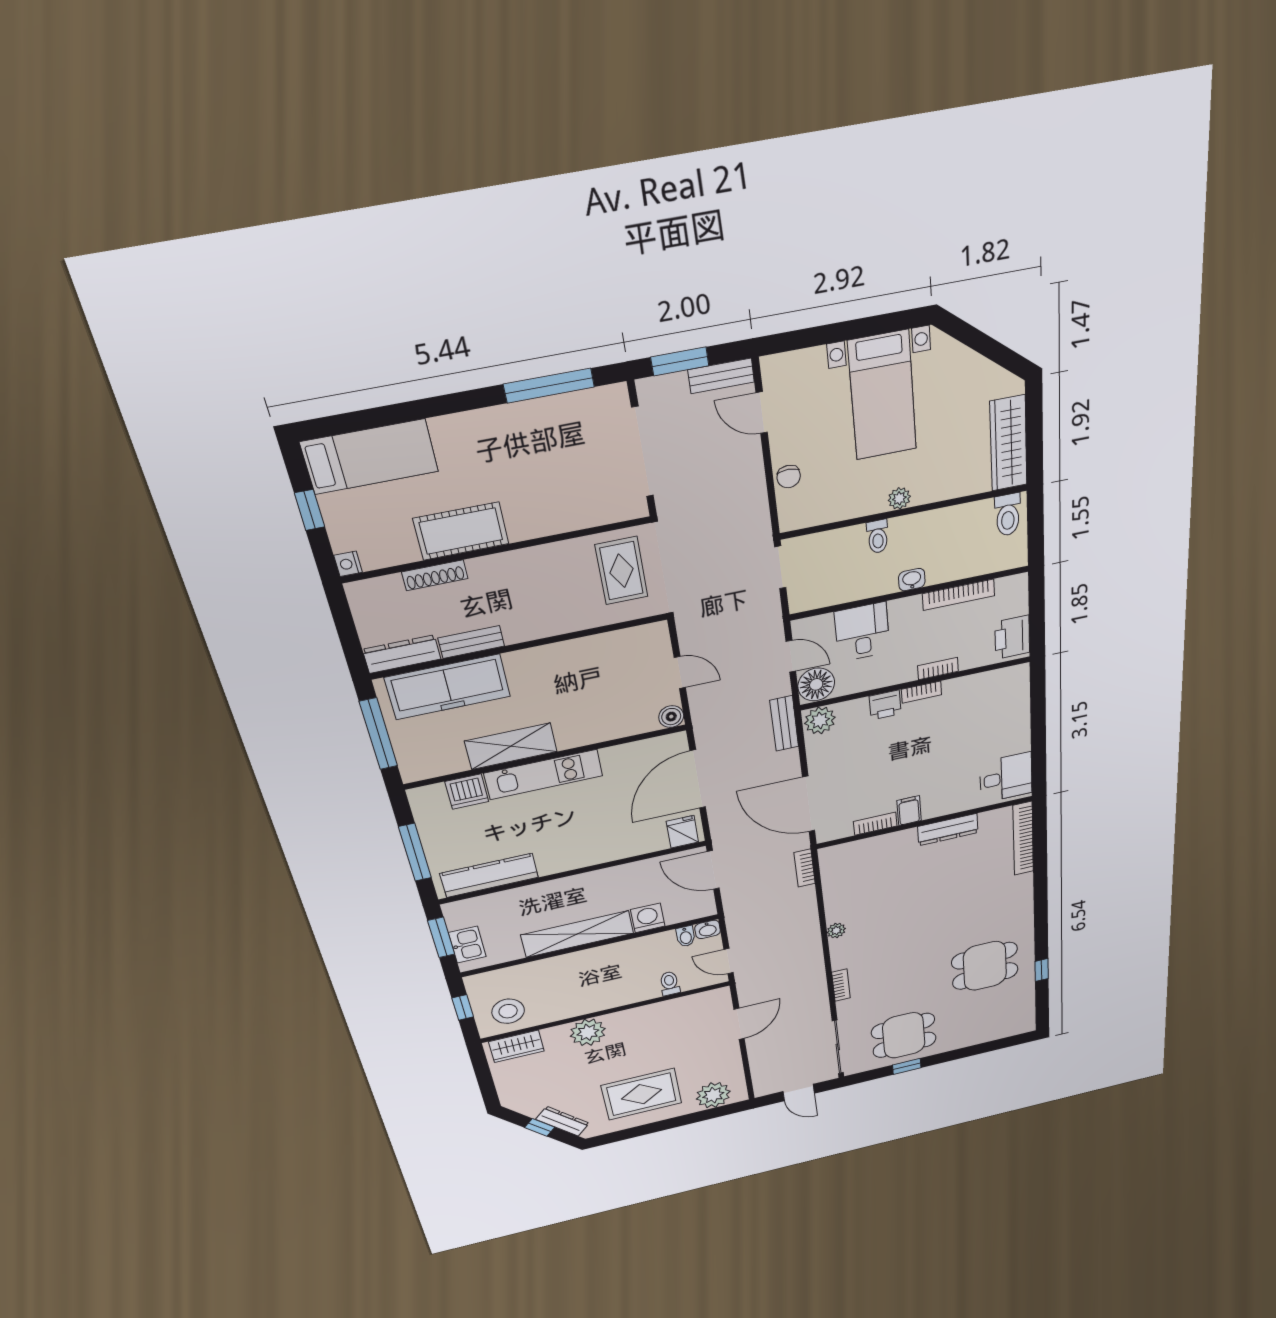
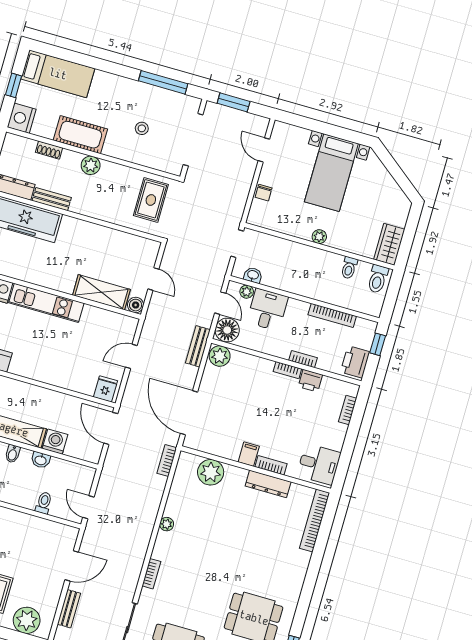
bench: (721, 376) -> (69, 609), moved, turned 90
wardrobe: (1008, 443) -> (389, 244), width x0.67
stool: (553, 474) -> (142, 128), added
toilet: (878, 537) -> (349, 268), moved
nightstand: (348, 564) -> (22, 118), width x1.89, depth x1.79
plant: (503, 567) -> (91, 165), added
shoe rack: (435, 575) -> (49, 150), width x0.70
washbasin: (912, 580) -> (253, 275), moved
window: (1037, 600) -> (378, 344), added
plant: (822, 624) -> (247, 292), added
bookcase: (1022, 699) -> (348, 410), added
printer: (885, 705) -> (310, 381), moved
shelving: (511, 746) -> (101, 292), moved
door: (698, 779) -> (131, 356), width x0.53
bookcase: (875, 824) -> (271, 465), moved
plant: (868, 853) -> (211, 472), added
washbasin: (708, 929) -> (41, 460), moved
bidet: (686, 936) -> (13, 454), moved

